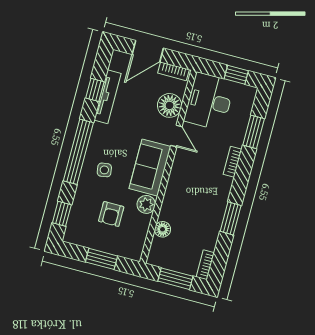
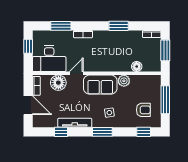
tv unit: (107, 97) -> (75, 123), moved
window: (78, 152) -> (102, 132), width x0.47
armchair: (111, 214) -> (143, 110), moved
window: (101, 259) -> (165, 100), width x1.44

